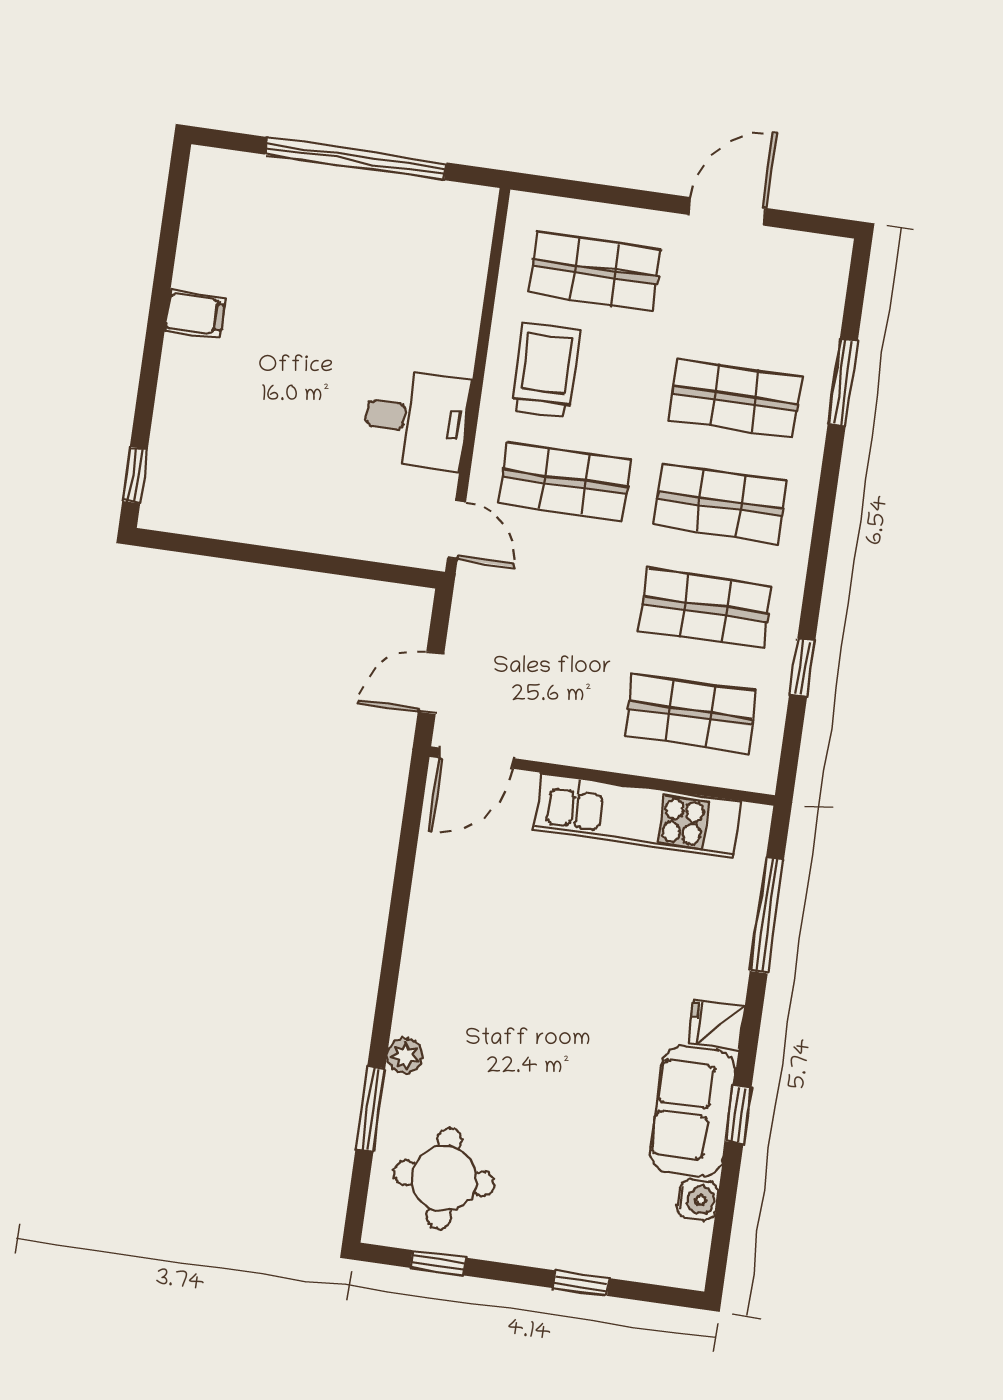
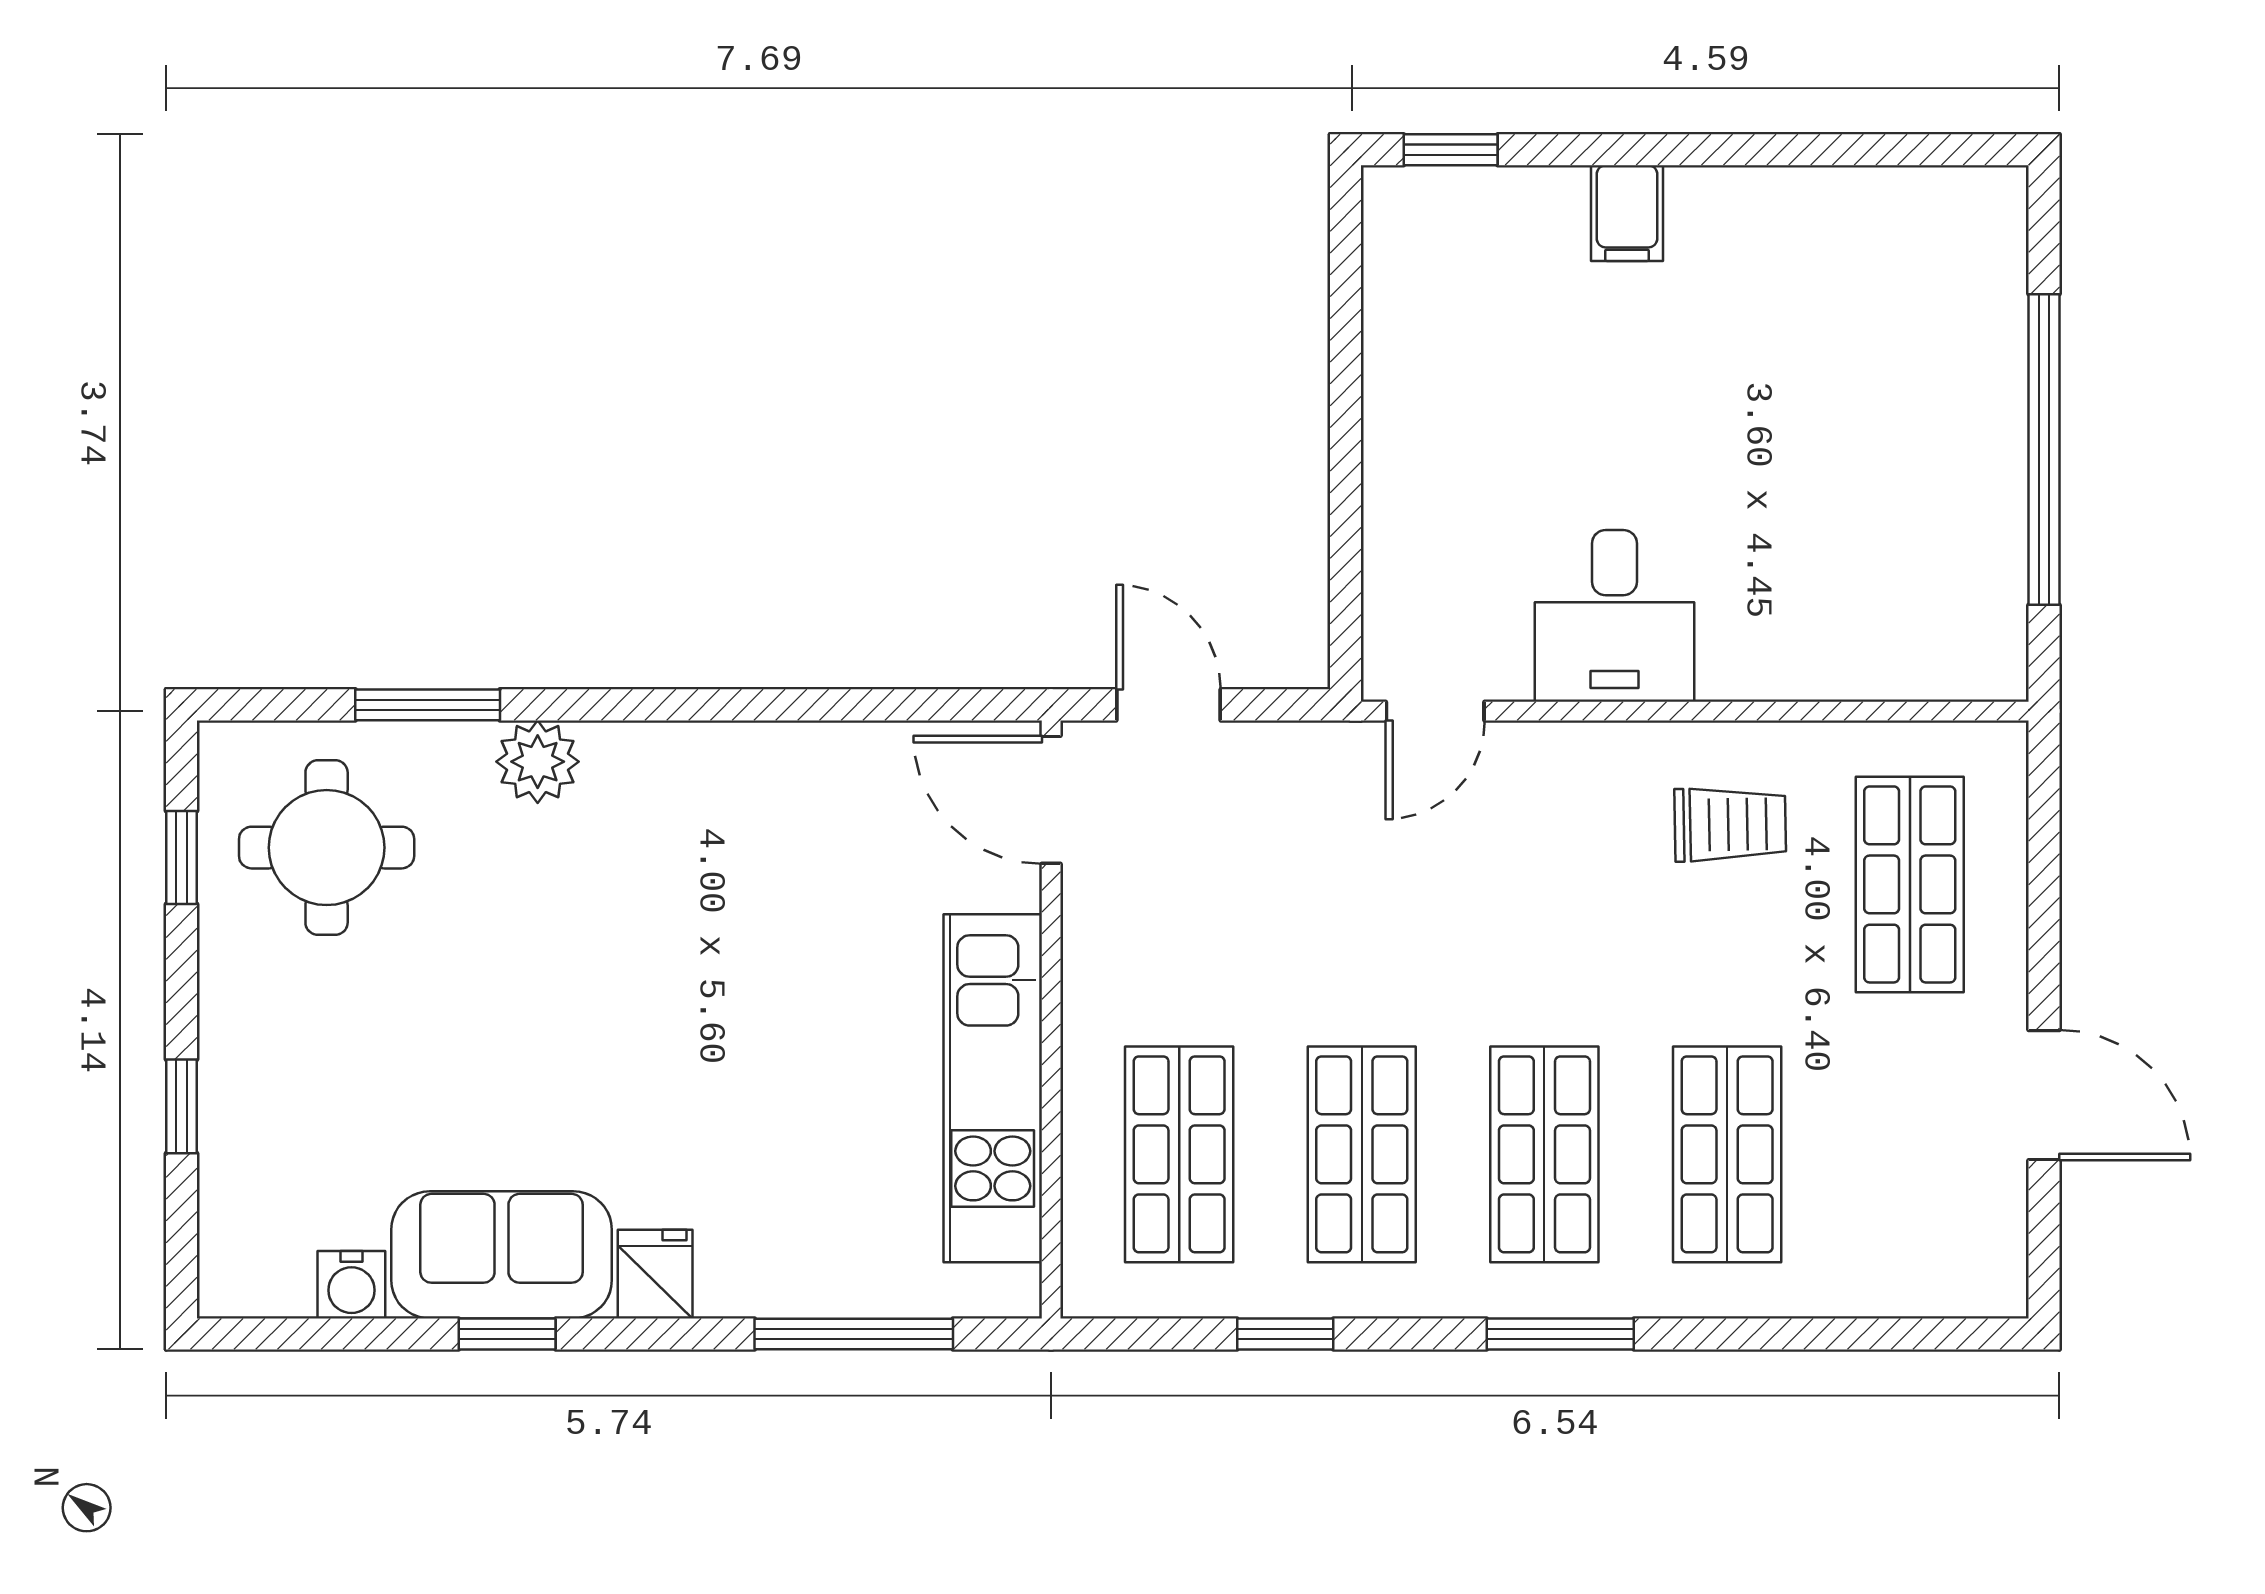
filing cabinet: (195, 314) -> (1627, 213), moved
trolley: (546, 370) -> (1730, 824), width x0.73, depth x0.72
window: (843, 382) -> (1560, 1334), moved
shop shelf: (565, 481) -> (1544, 884), removed
plant: (405, 1056) -> (538, 762), width x1.38, depth x1.38

